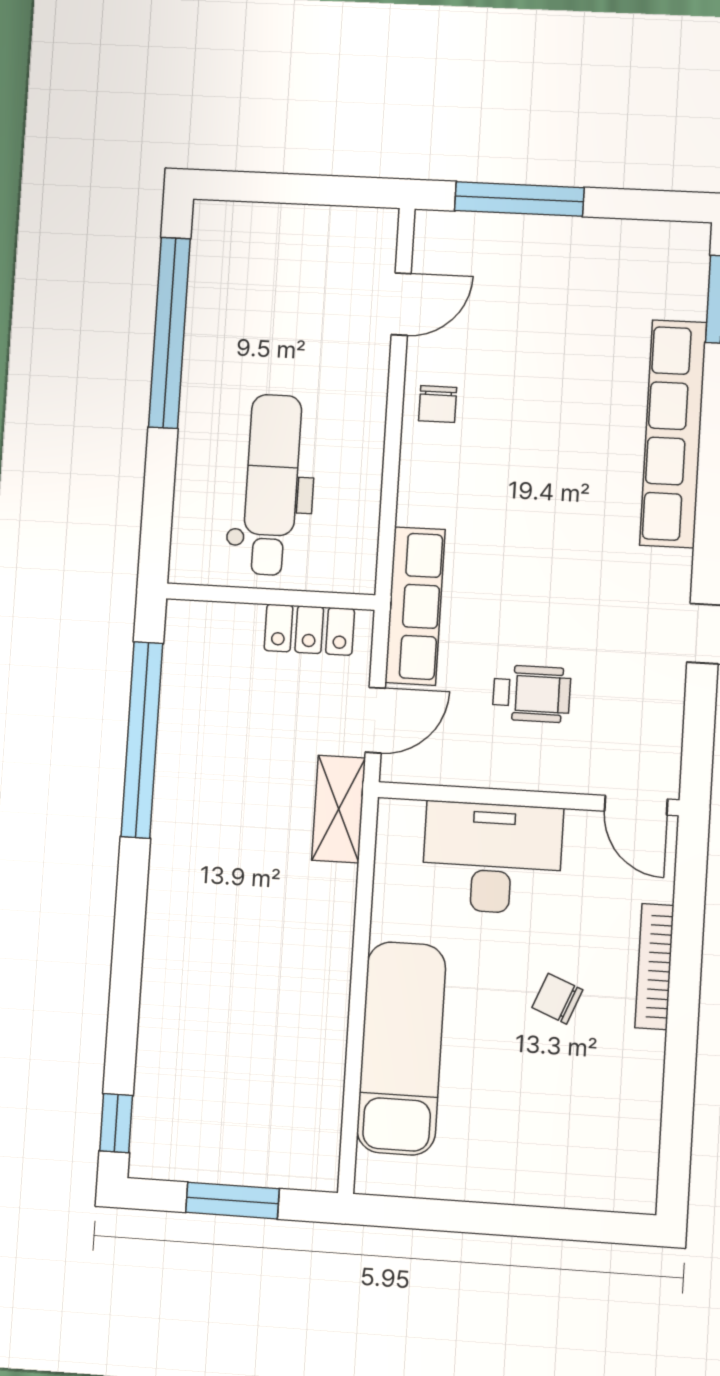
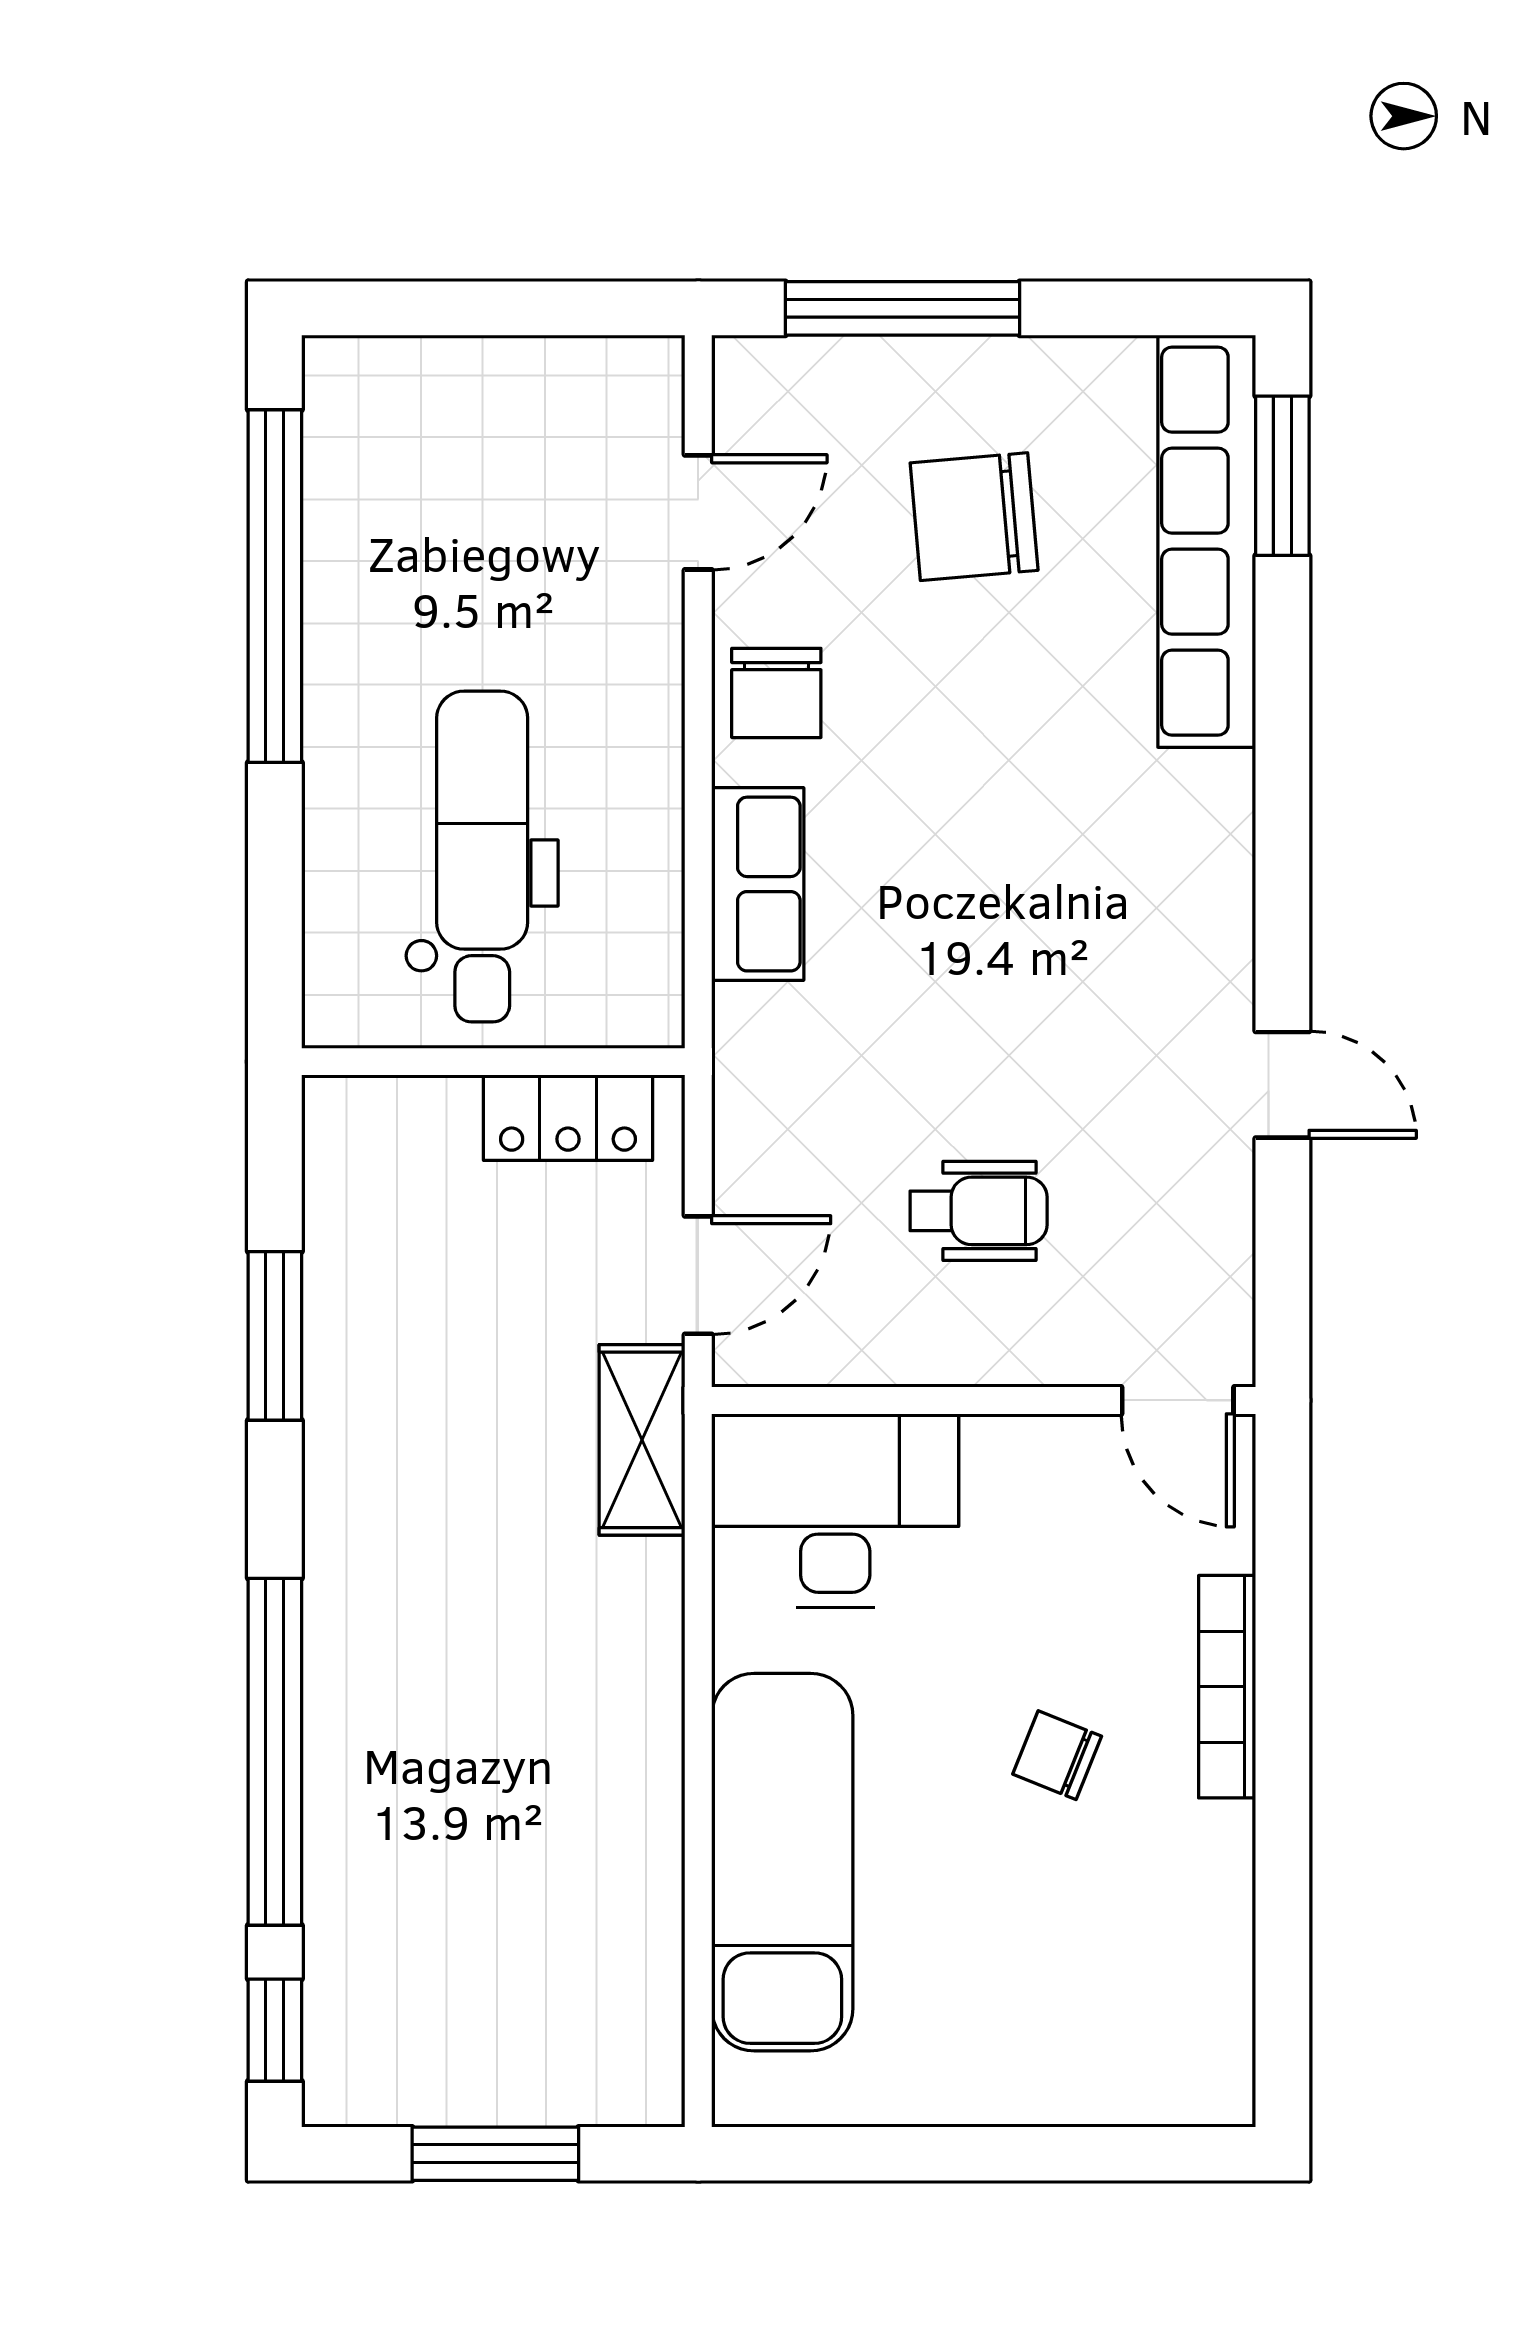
chair: (552, 314) -> (974, 517), added
chair: (438, 404) -> (776, 693), width x1.37, depth x1.37
row of seats: (673, 434) -> (1207, 541), moved
row of seats: (415, 606) -> (758, 884), moved, width x0.68
window: (142, 740) -> (275, 1336), width x0.47
desk: (492, 858) -> (835, 1511), moved
window: (126, 969) -> (275, 1752), added

